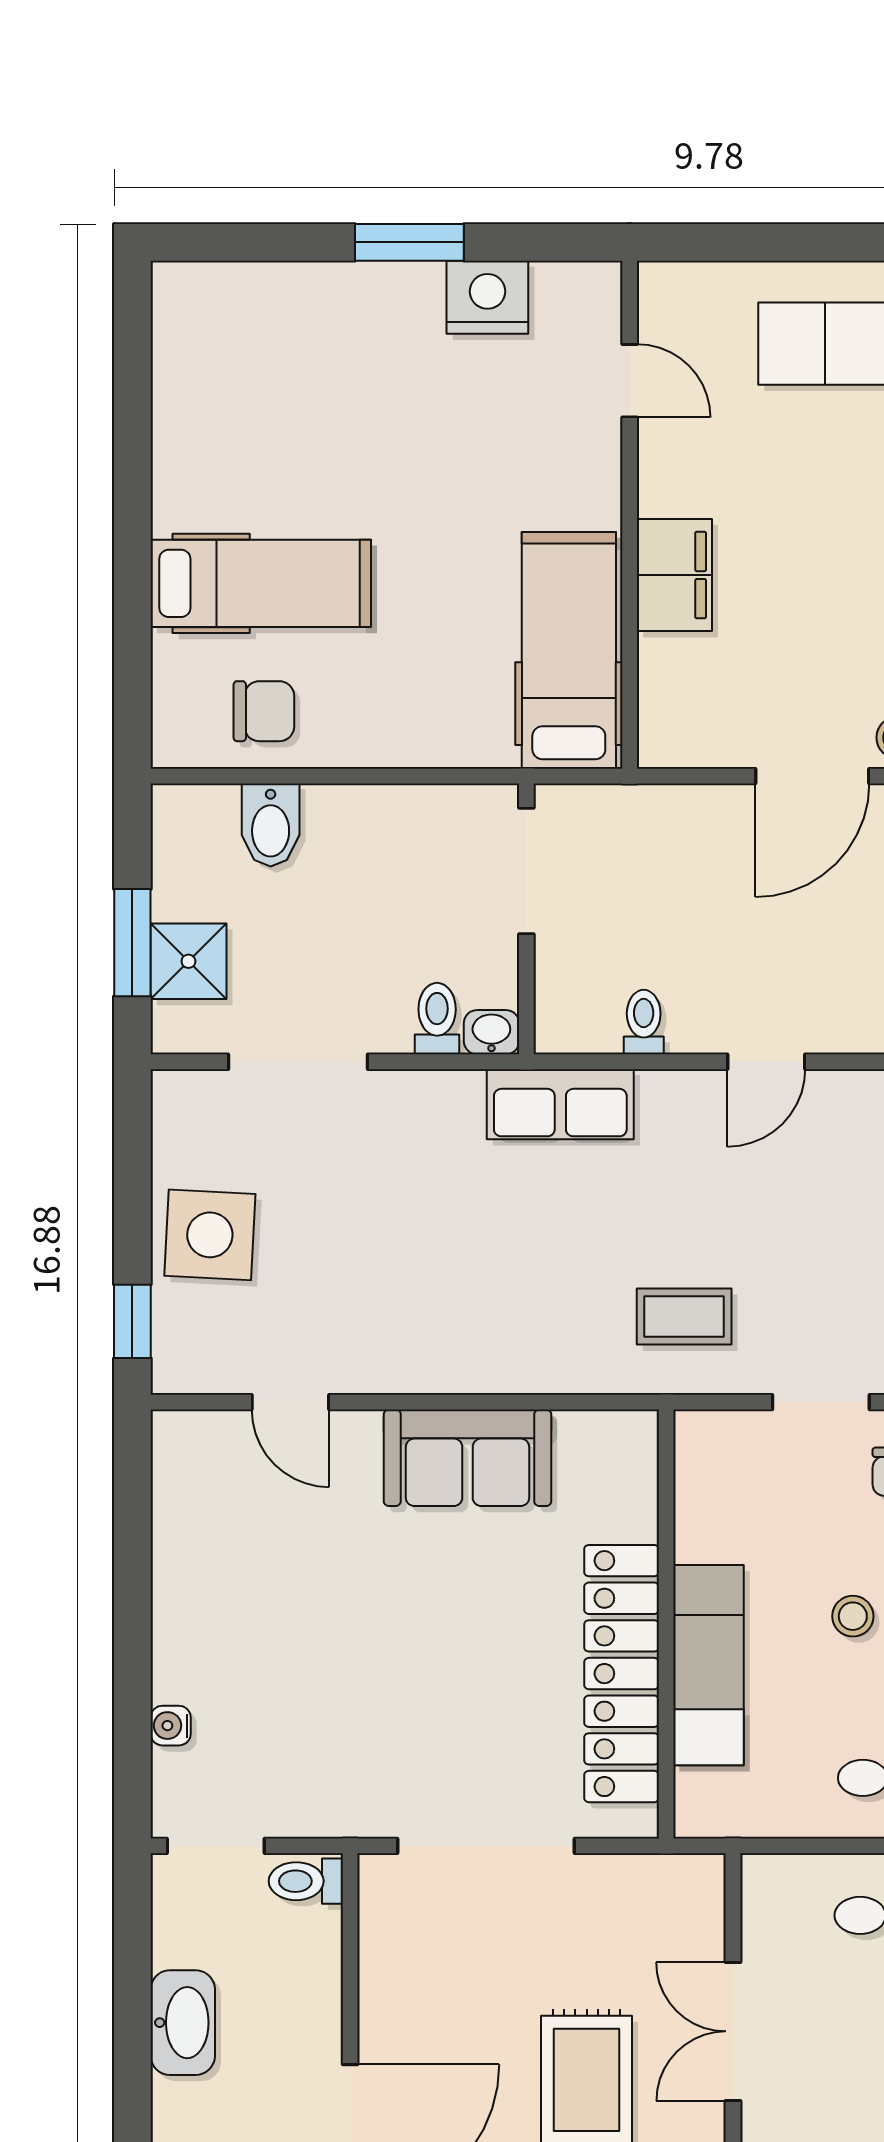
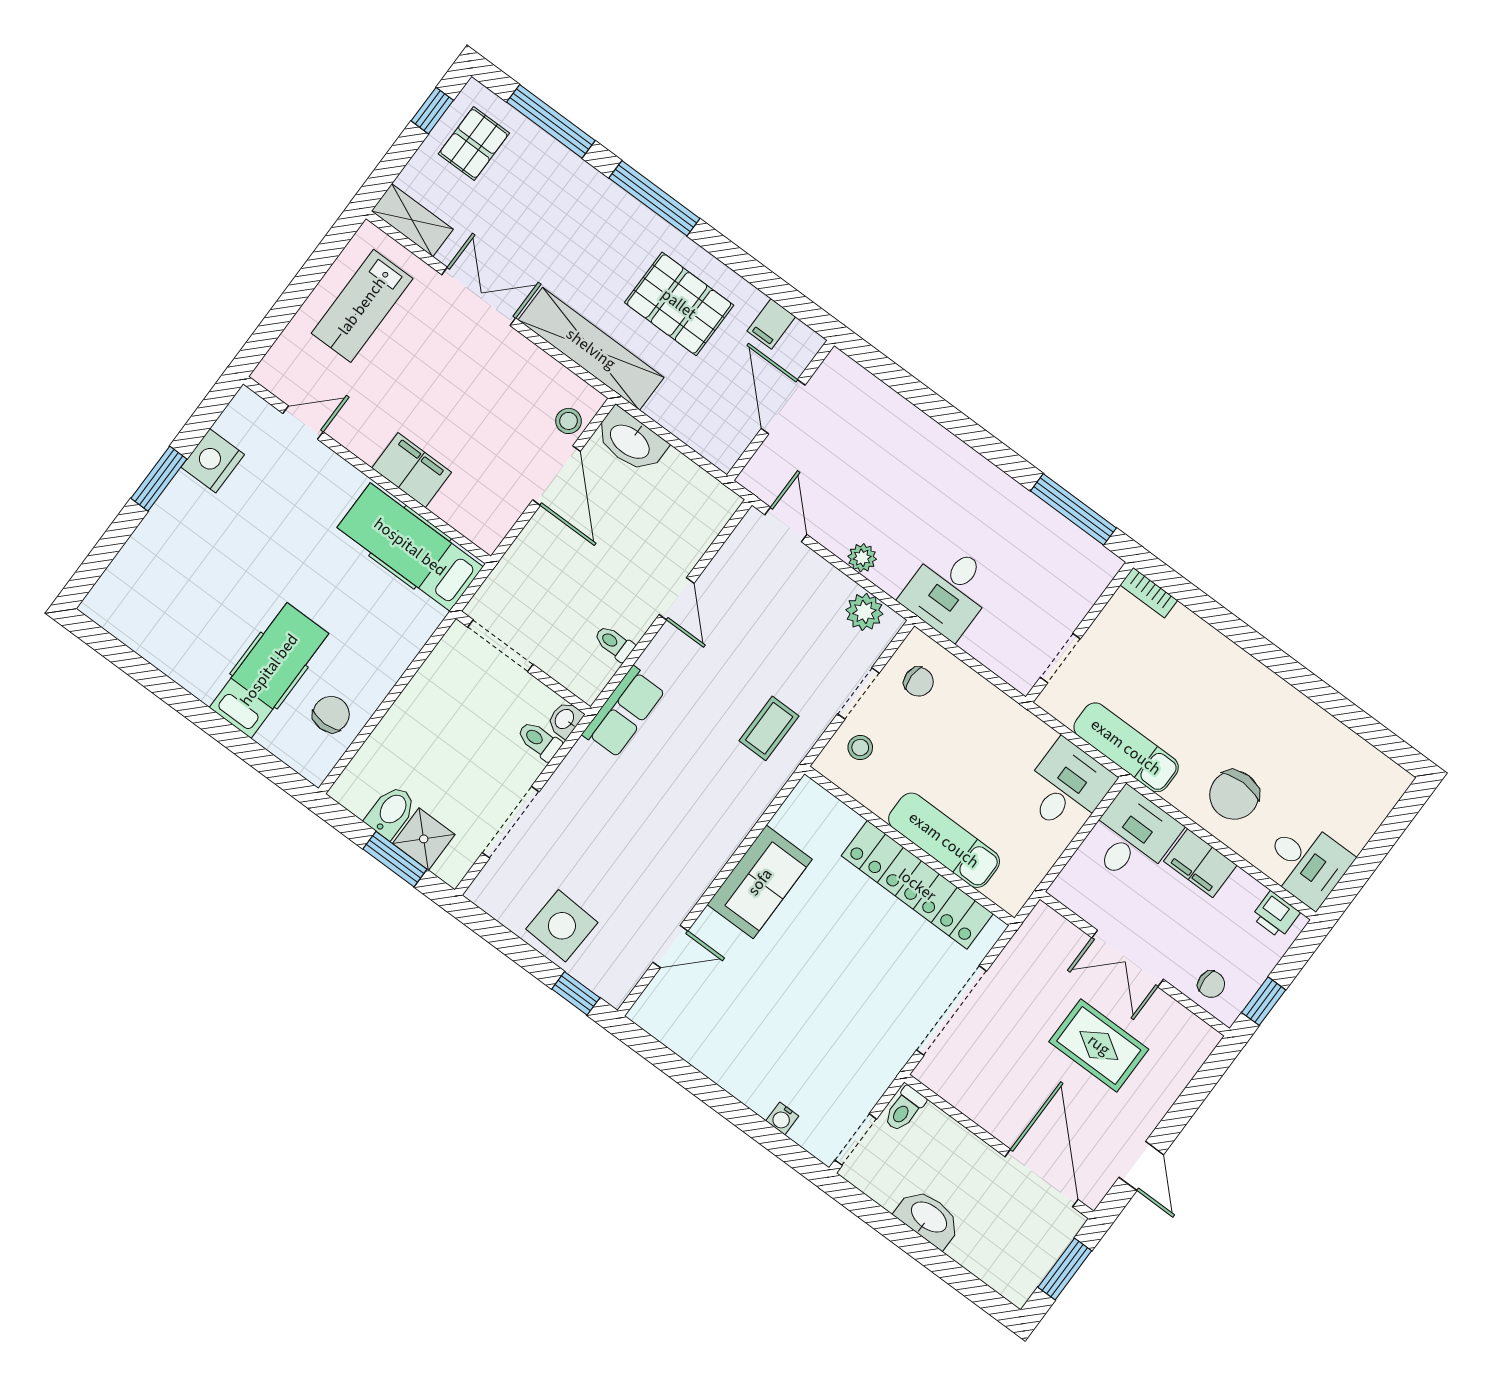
bidet: (271, 825) -> (391, 812), moved, turned -90
stool: (853, 1616) -> (860, 747), moved

